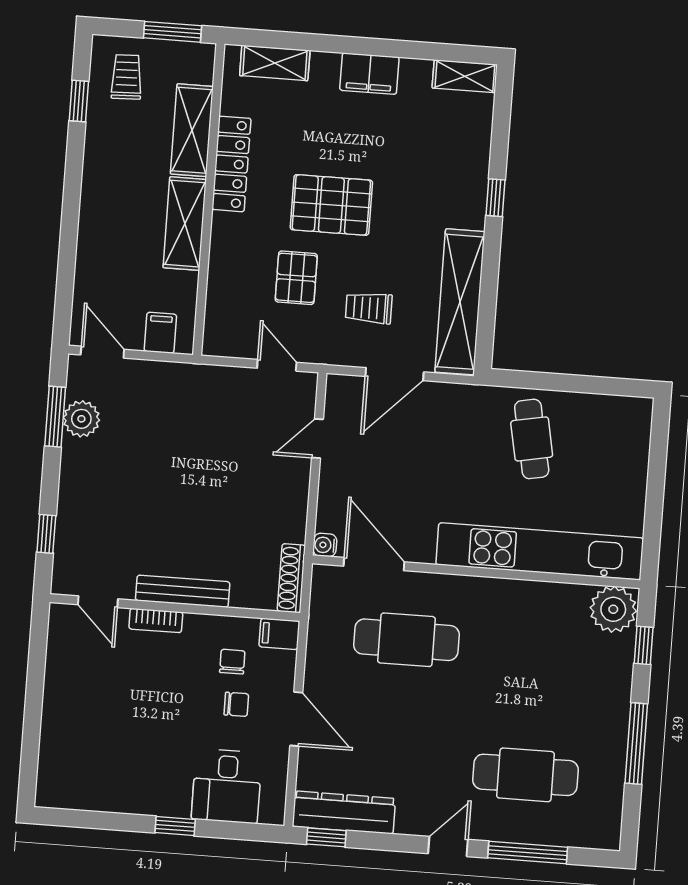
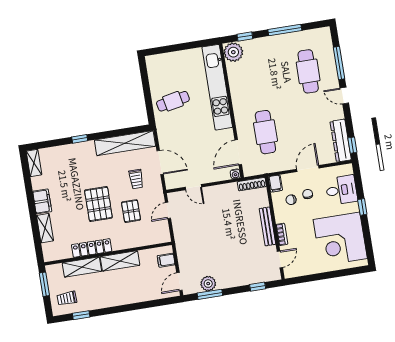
shelving: (275, 63) -> (45, 228), moved
pallet: (296, 278) -> (131, 211), turned 90
corner desk: (112, 756) -> (340, 239), added

